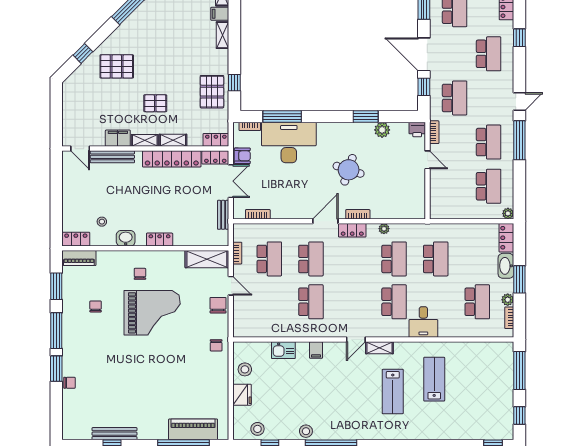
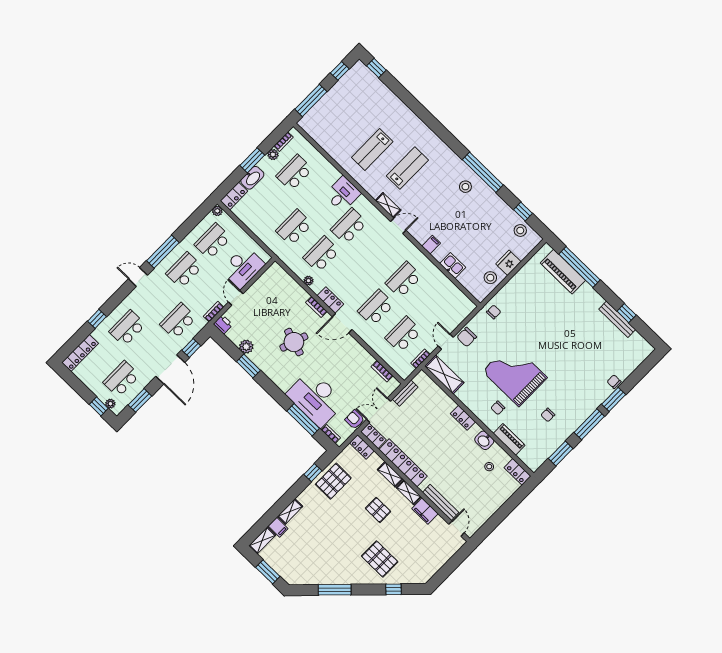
desk: (445, 189) -> (243, 267), added
piano: (79, 258) -> (509, 439), moved
stool: (306, 431) -> (465, 187), moved

